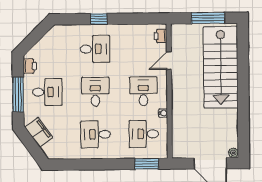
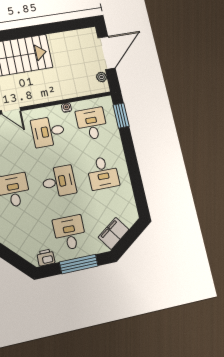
desk: (95, 92) -> (59, 182), turned 180
desk: (144, 134) -> (92, 124), turned 180
plant: (233, 153) -> (102, 77), moved

